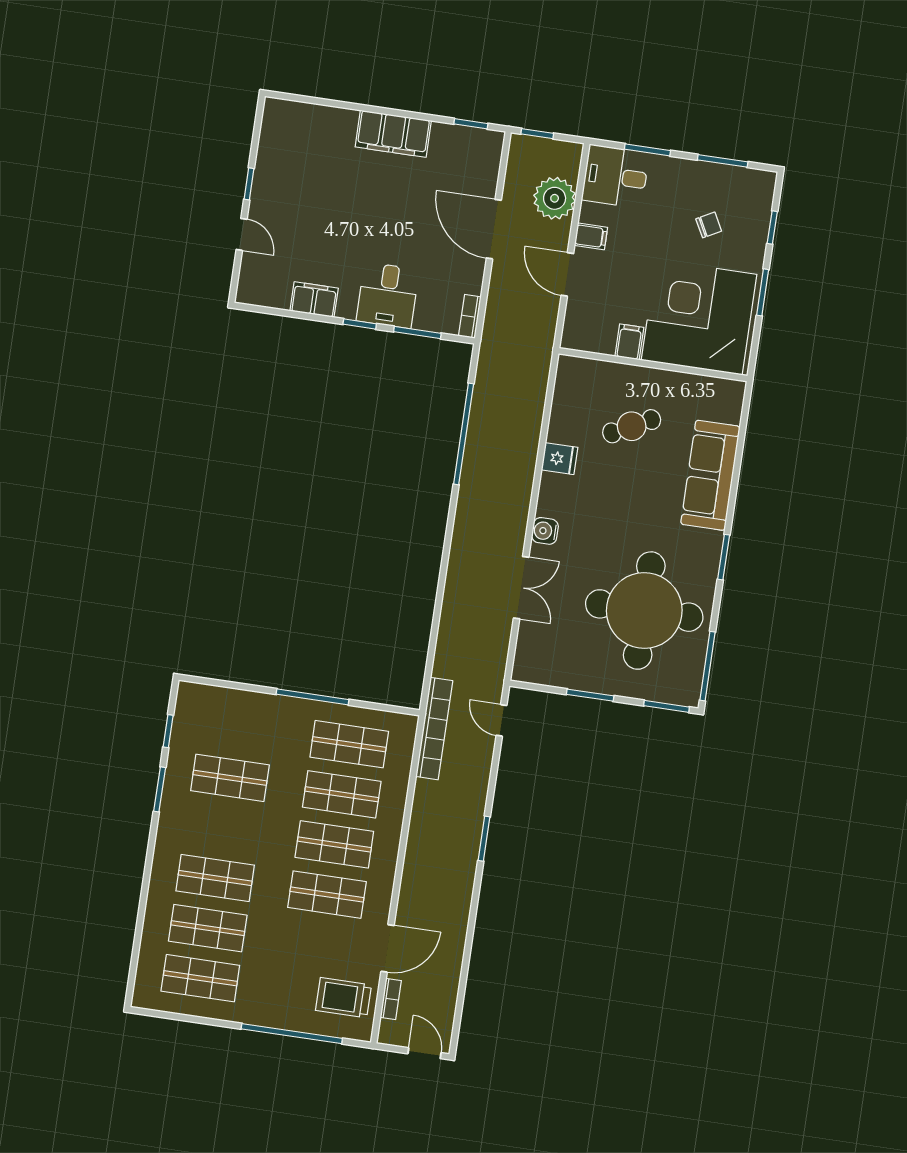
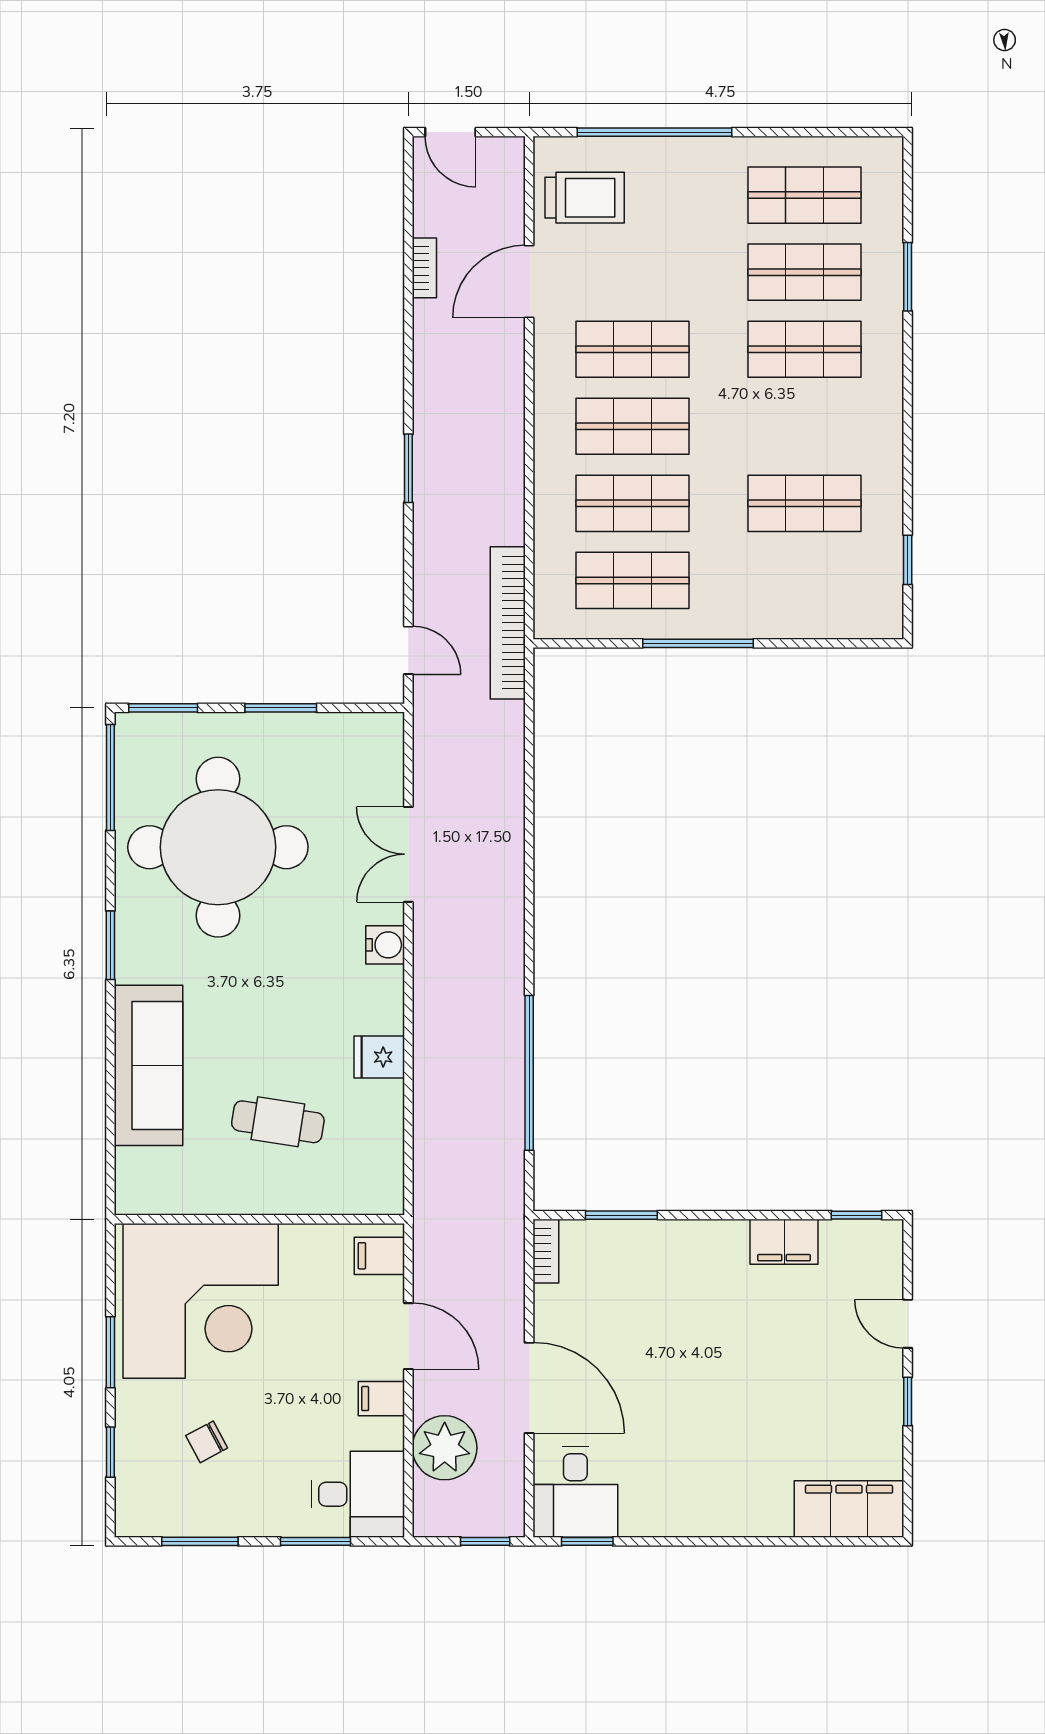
filing cabinet: (393, 134) -> (849, 1509), moved
desk: (388, 295) -> (575, 1492), moved, turned 180
window: (360, 324) -> (856, 1215), moved
filing cabinet: (629, 342) -> (379, 1256), moved, turned 90
cafe table: (632, 426) -> (278, 1122), turned 36
window: (160, 789) -> (908, 277), moved
bookcase: (391, 999) -> (424, 268), moved, turned 180

